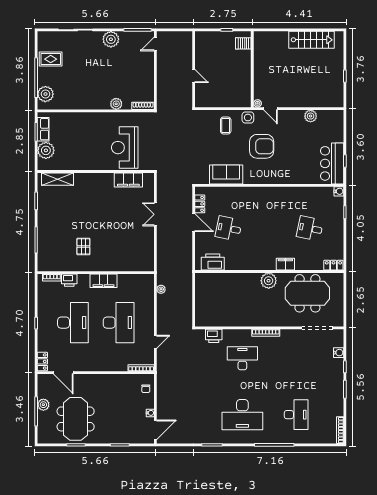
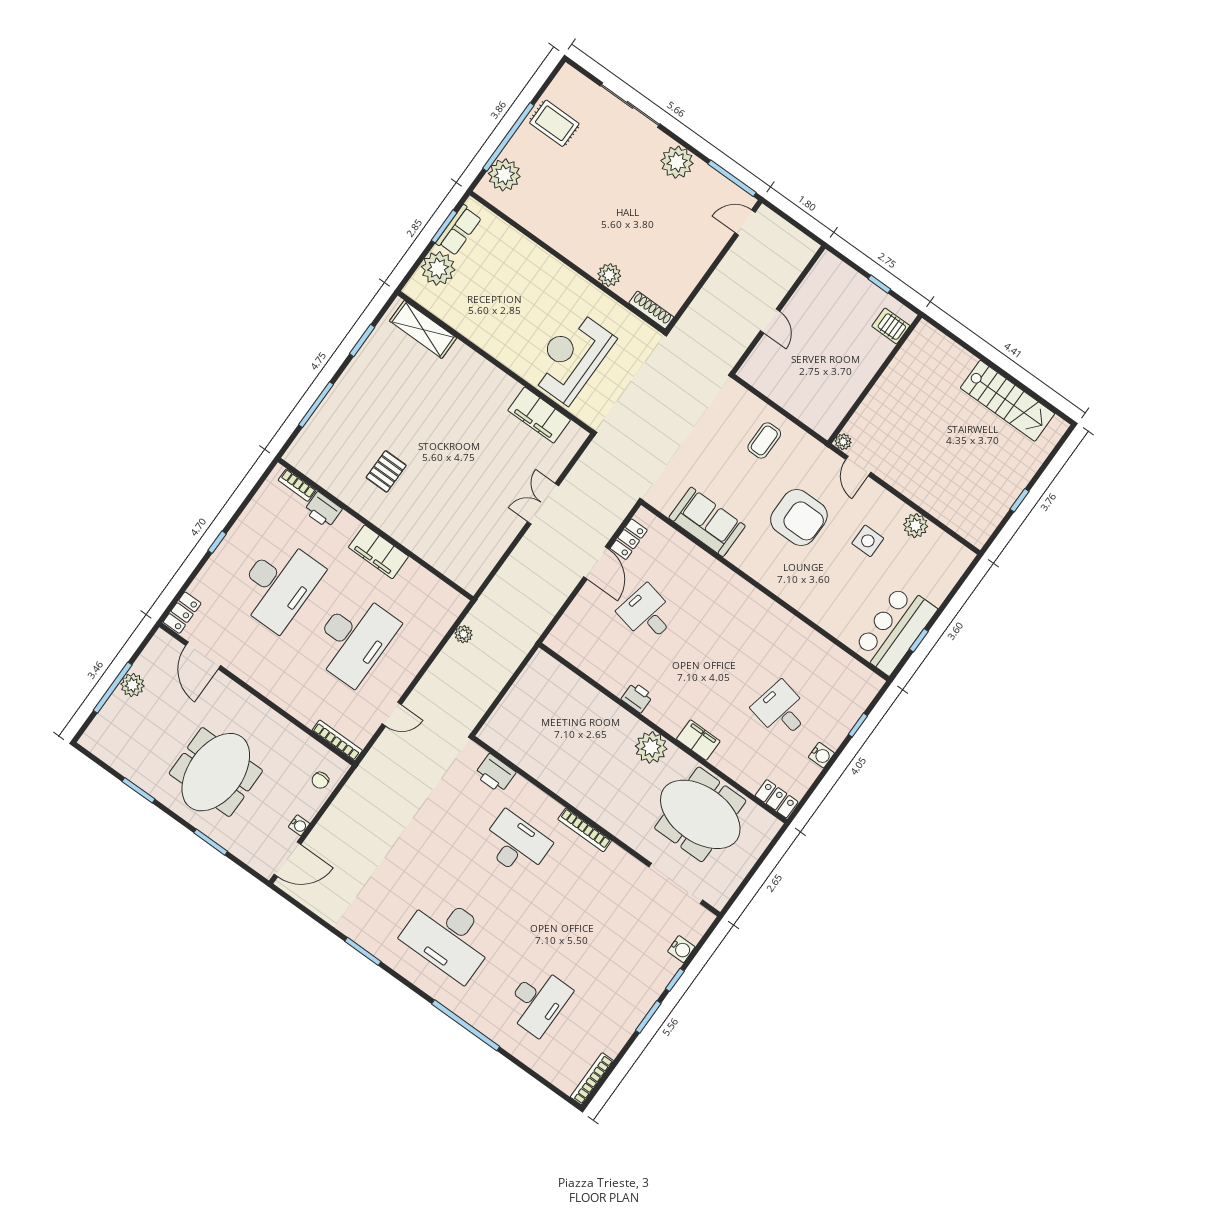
side table: (248, 117) -> (868, 541), moved
water cooler: (339, 191) -> (821, 755), moved
printer: (213, 262) -> (637, 697), moved, width x0.53, depth x0.68
meeting table: (76, 419) -> (216, 772), moved

